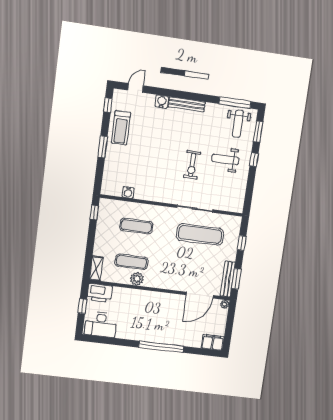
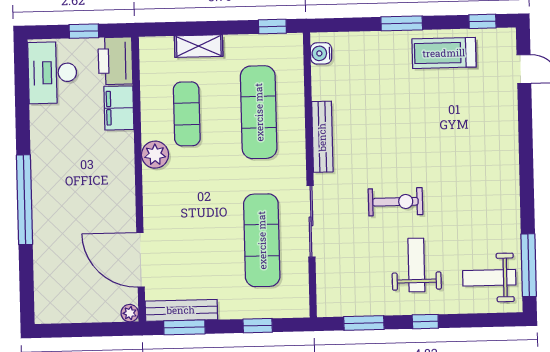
water cooler: (162, 102) -> (507, 123), removed
bench: (187, 104) -> (322, 137), moved
window: (258, 132) -> (364, 323), moved
exercise bike: (192, 165) -> (395, 202), turned 180
water cooler: (128, 192) -> (321, 53), moved
exercise mat: (136, 226) -> (259, 112), width x1.36, depth x1.45
shelving: (96, 269) -> (199, 46), moved
plant: (137, 279) -> (155, 155), moved
filing cabinet: (213, 342) -> (119, 108), moved, turned 180

